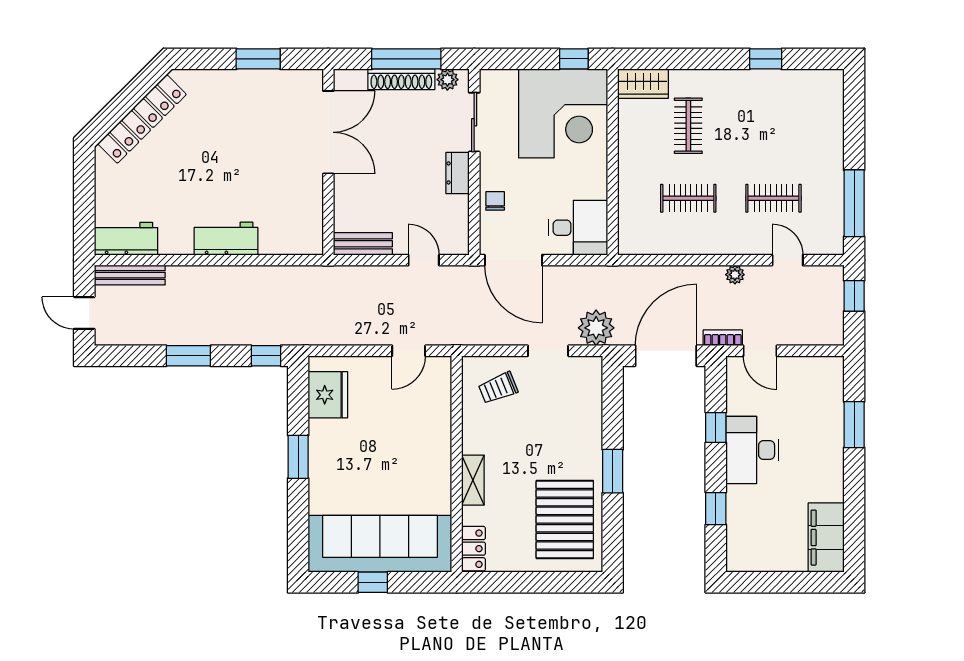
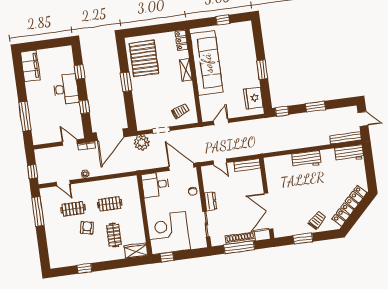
plant: (447, 80) -> (220, 241), removed
trolley: (221, 96) -> (317, 220), added
armchair: (748, 151) -> (87, 228), added
window: (854, 425) -> (25, 116), width x1.44
desk: (752, 450) -> (66, 89), moved
sofa: (380, 544) -> (207, 63), moved, turned -90

